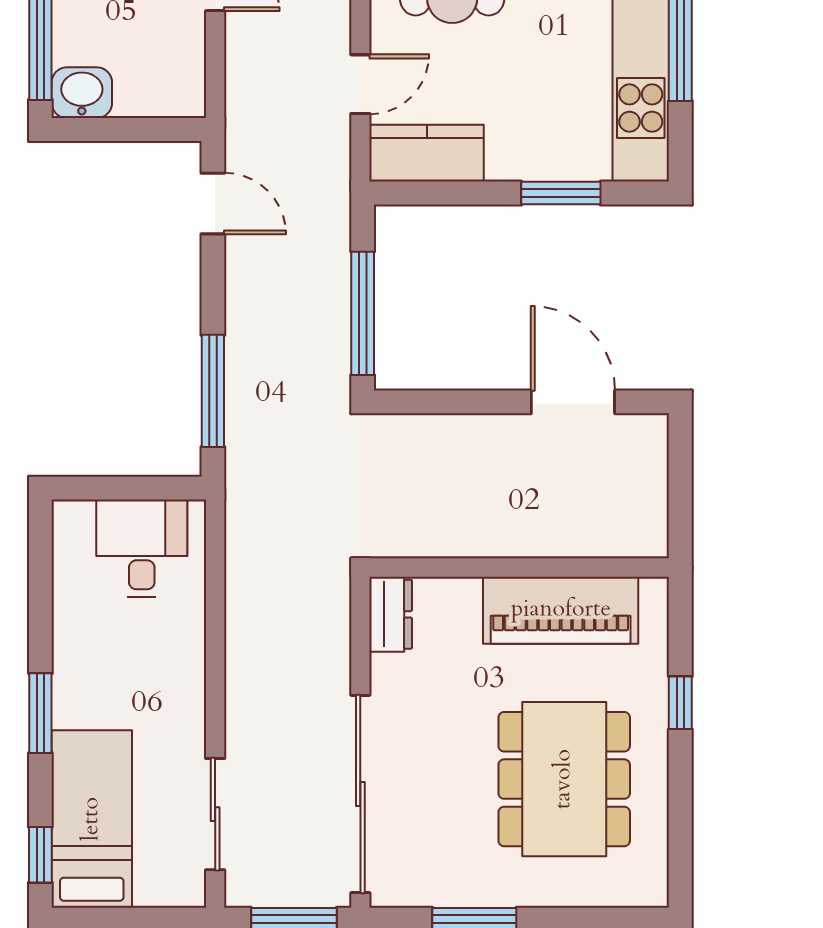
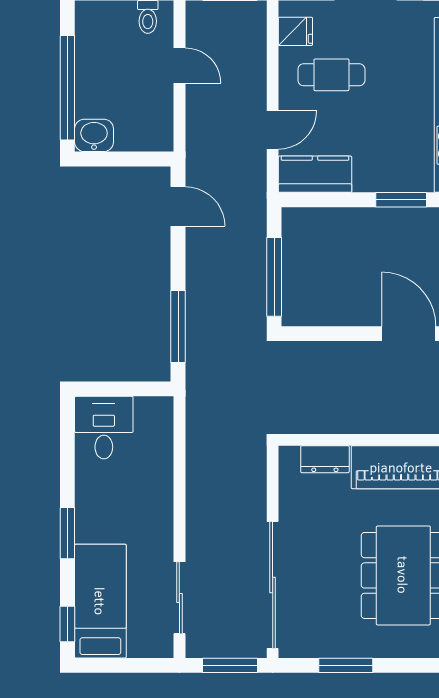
desk: (142, 548) -> (104, 428), moved
dresser: (391, 614) -> (325, 459), moved, turned 90

